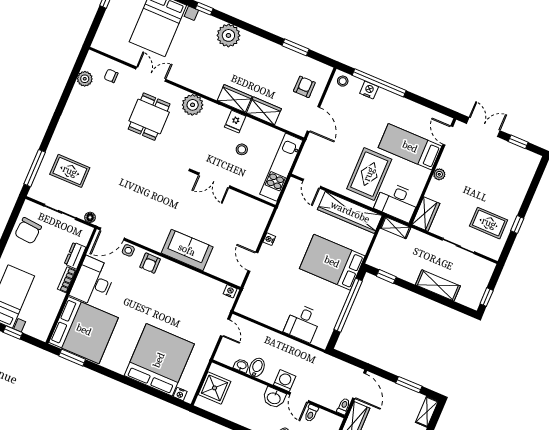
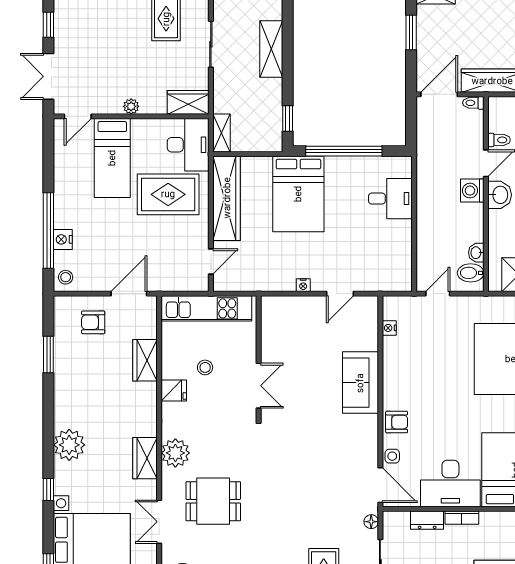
wardrobe: (235, 99) -> (145, 458), moved
nightstand: (230, 291) -> (389, 328), moved
bidet: (257, 367) -> (471, 273), moved

